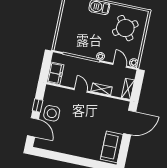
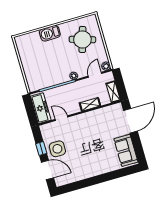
round table: (125, 28) -> (82, 40), turned -38
door: (120, 65) -> (95, 75), hinge flipped
freezer: (55, 73) -> (41, 108), width x1.40
door: (81, 90) -> (62, 118), moved

